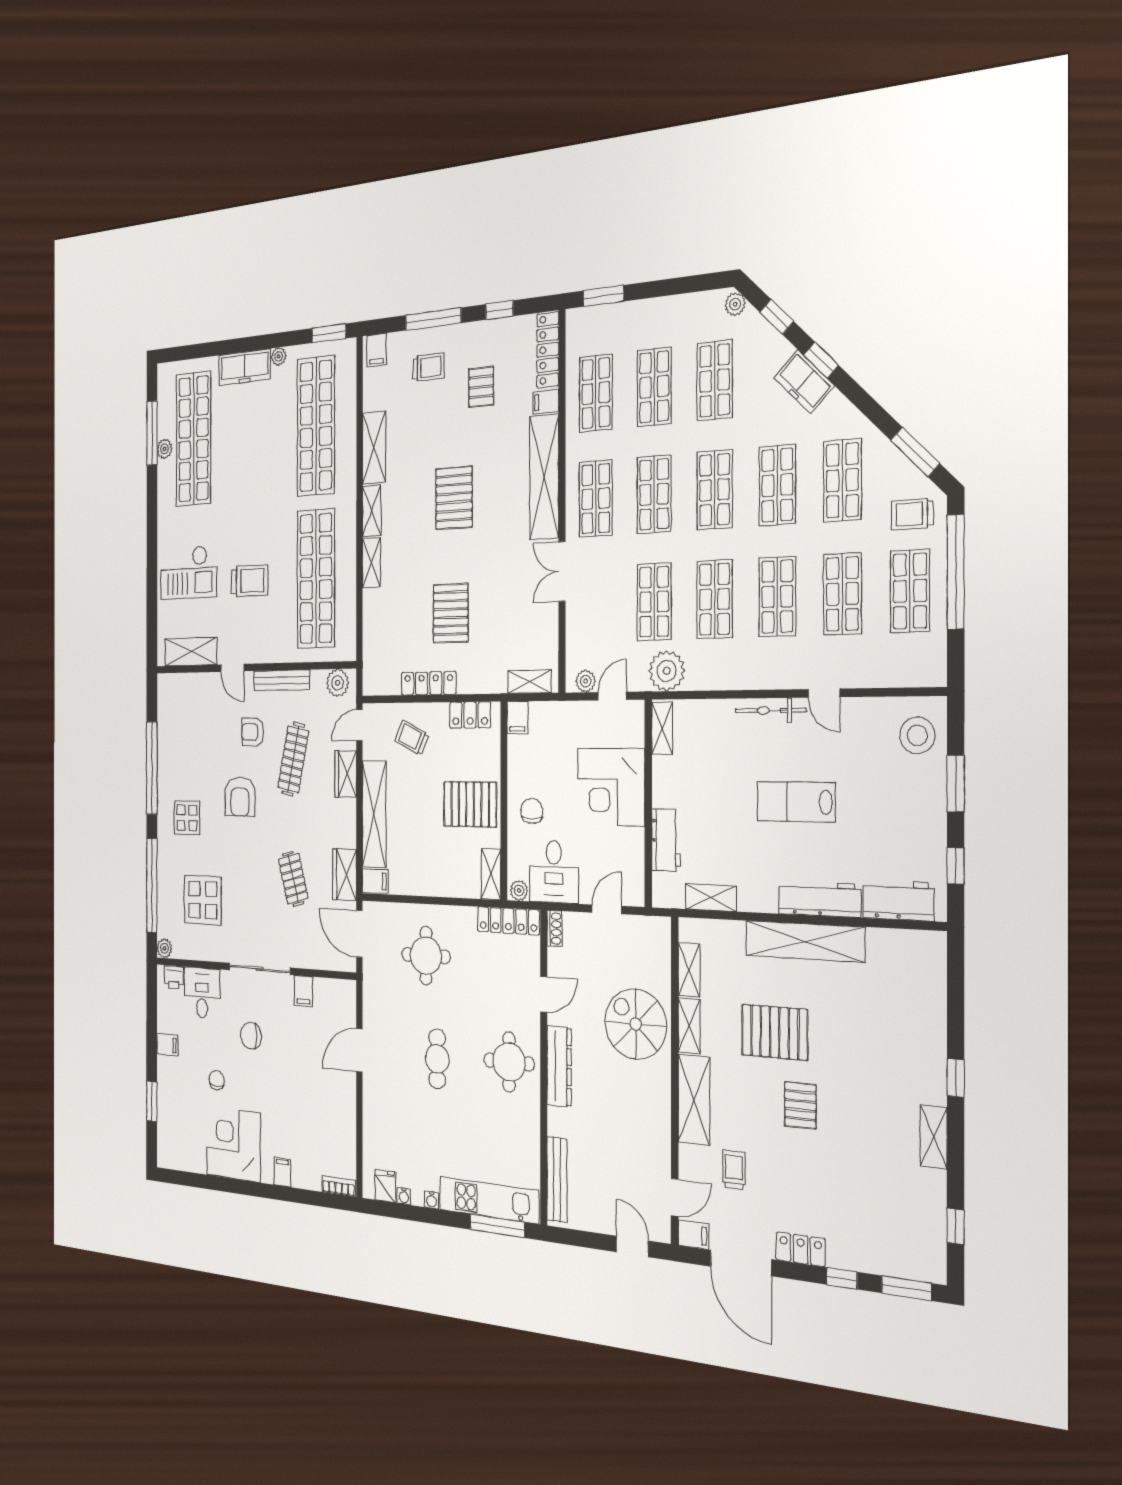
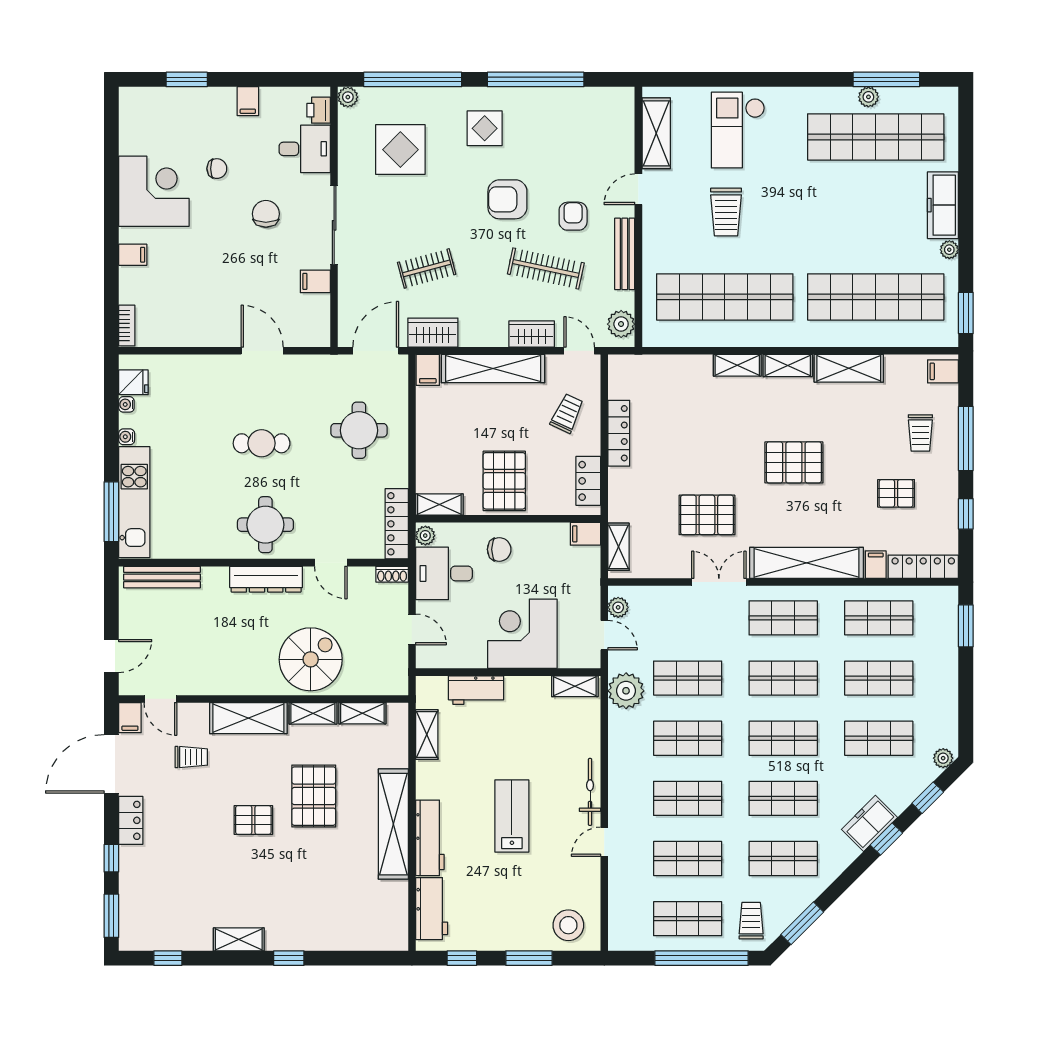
pallet: (451, 613) -> (707, 515), moved

